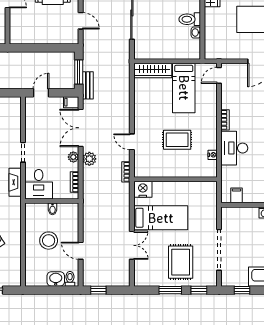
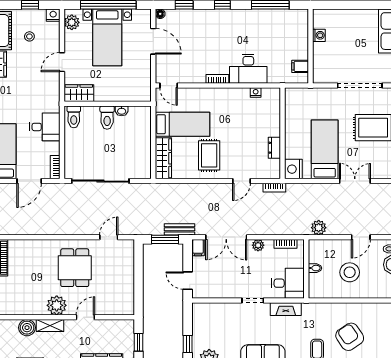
rug: (177, 140) -> (209, 155), moved
plant: (89, 159) -> (319, 228), moved
dresser: (162, 172) -> (274, 148), added

